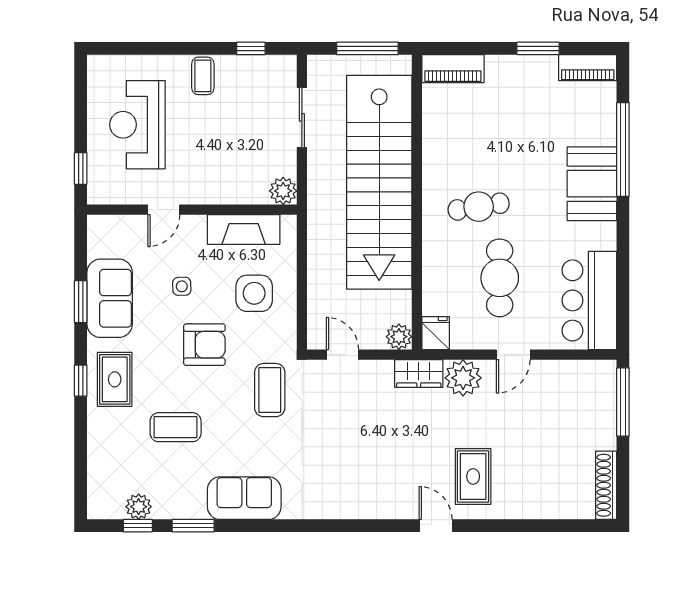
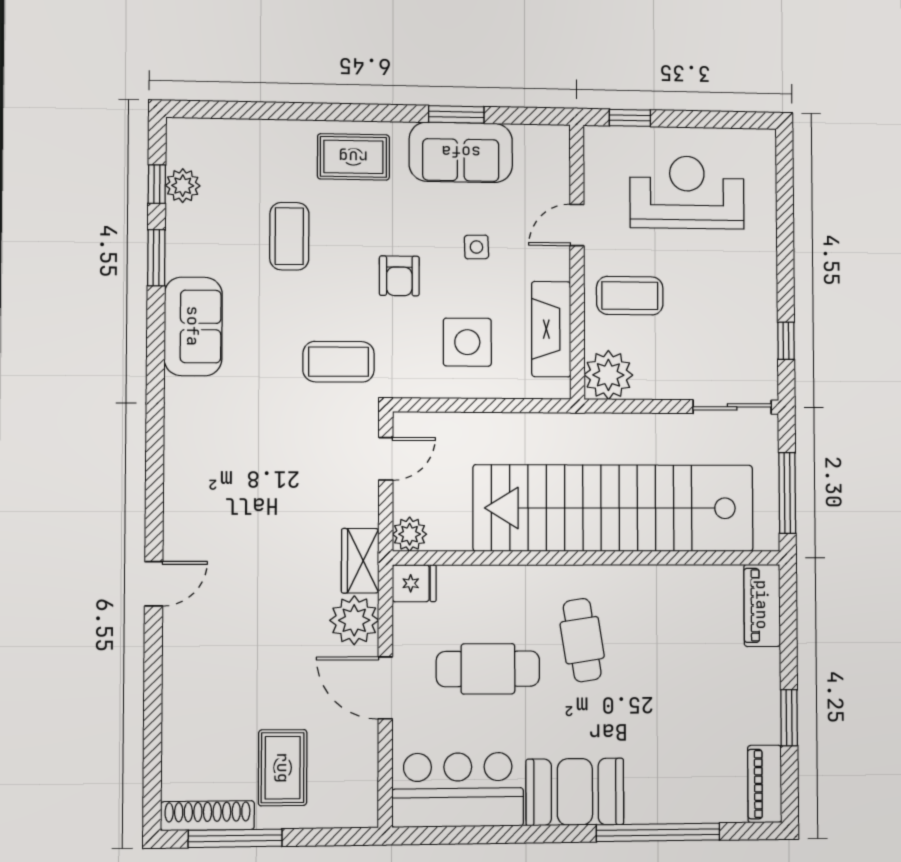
coffee table: (203, 76) -> (630, 296), moved, width x1.36, depth x1.30
sliding door: (302, 117) -> (732, 407), moved
booth: (592, 184) -> (575, 792), moved
plant: (283, 191) -> (608, 375), width x1.36, depth x1.36
door: (164, 210) -> (577, 225), hinge flipped
armchair: (204, 345) -> (399, 276), width x0.72, depth x0.72
door: (513, 355) -> (385, 688), width x1.38
window: (81, 381) -> (352, 112), removed
window: (623, 402) -> (235, 838), moved
rug: (473, 476) -> (283, 768), moved, turned 90

